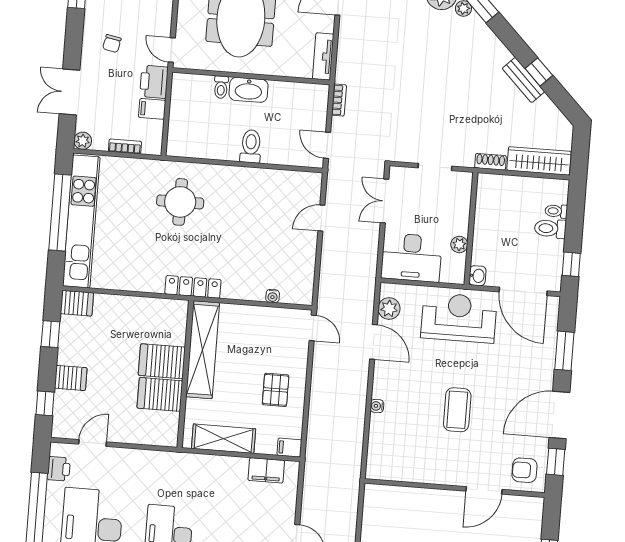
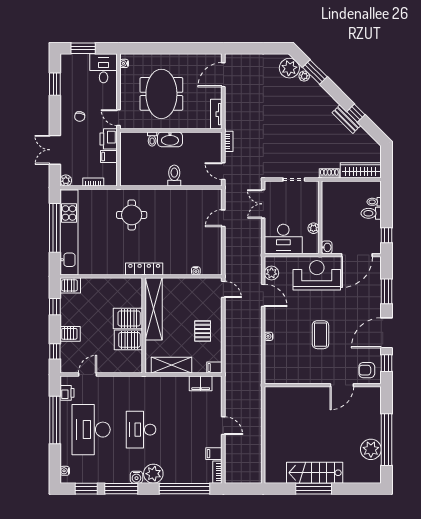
door: (523, 291) -> (357, 255), hinge flipped

